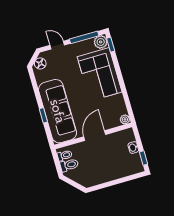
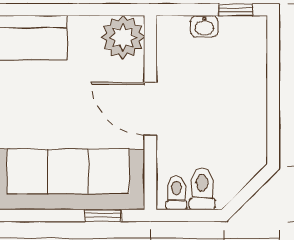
window: (43, 115) -> (103, 215), moved
plant: (125, 119) -> (123, 37), width x1.87, depth x1.87

